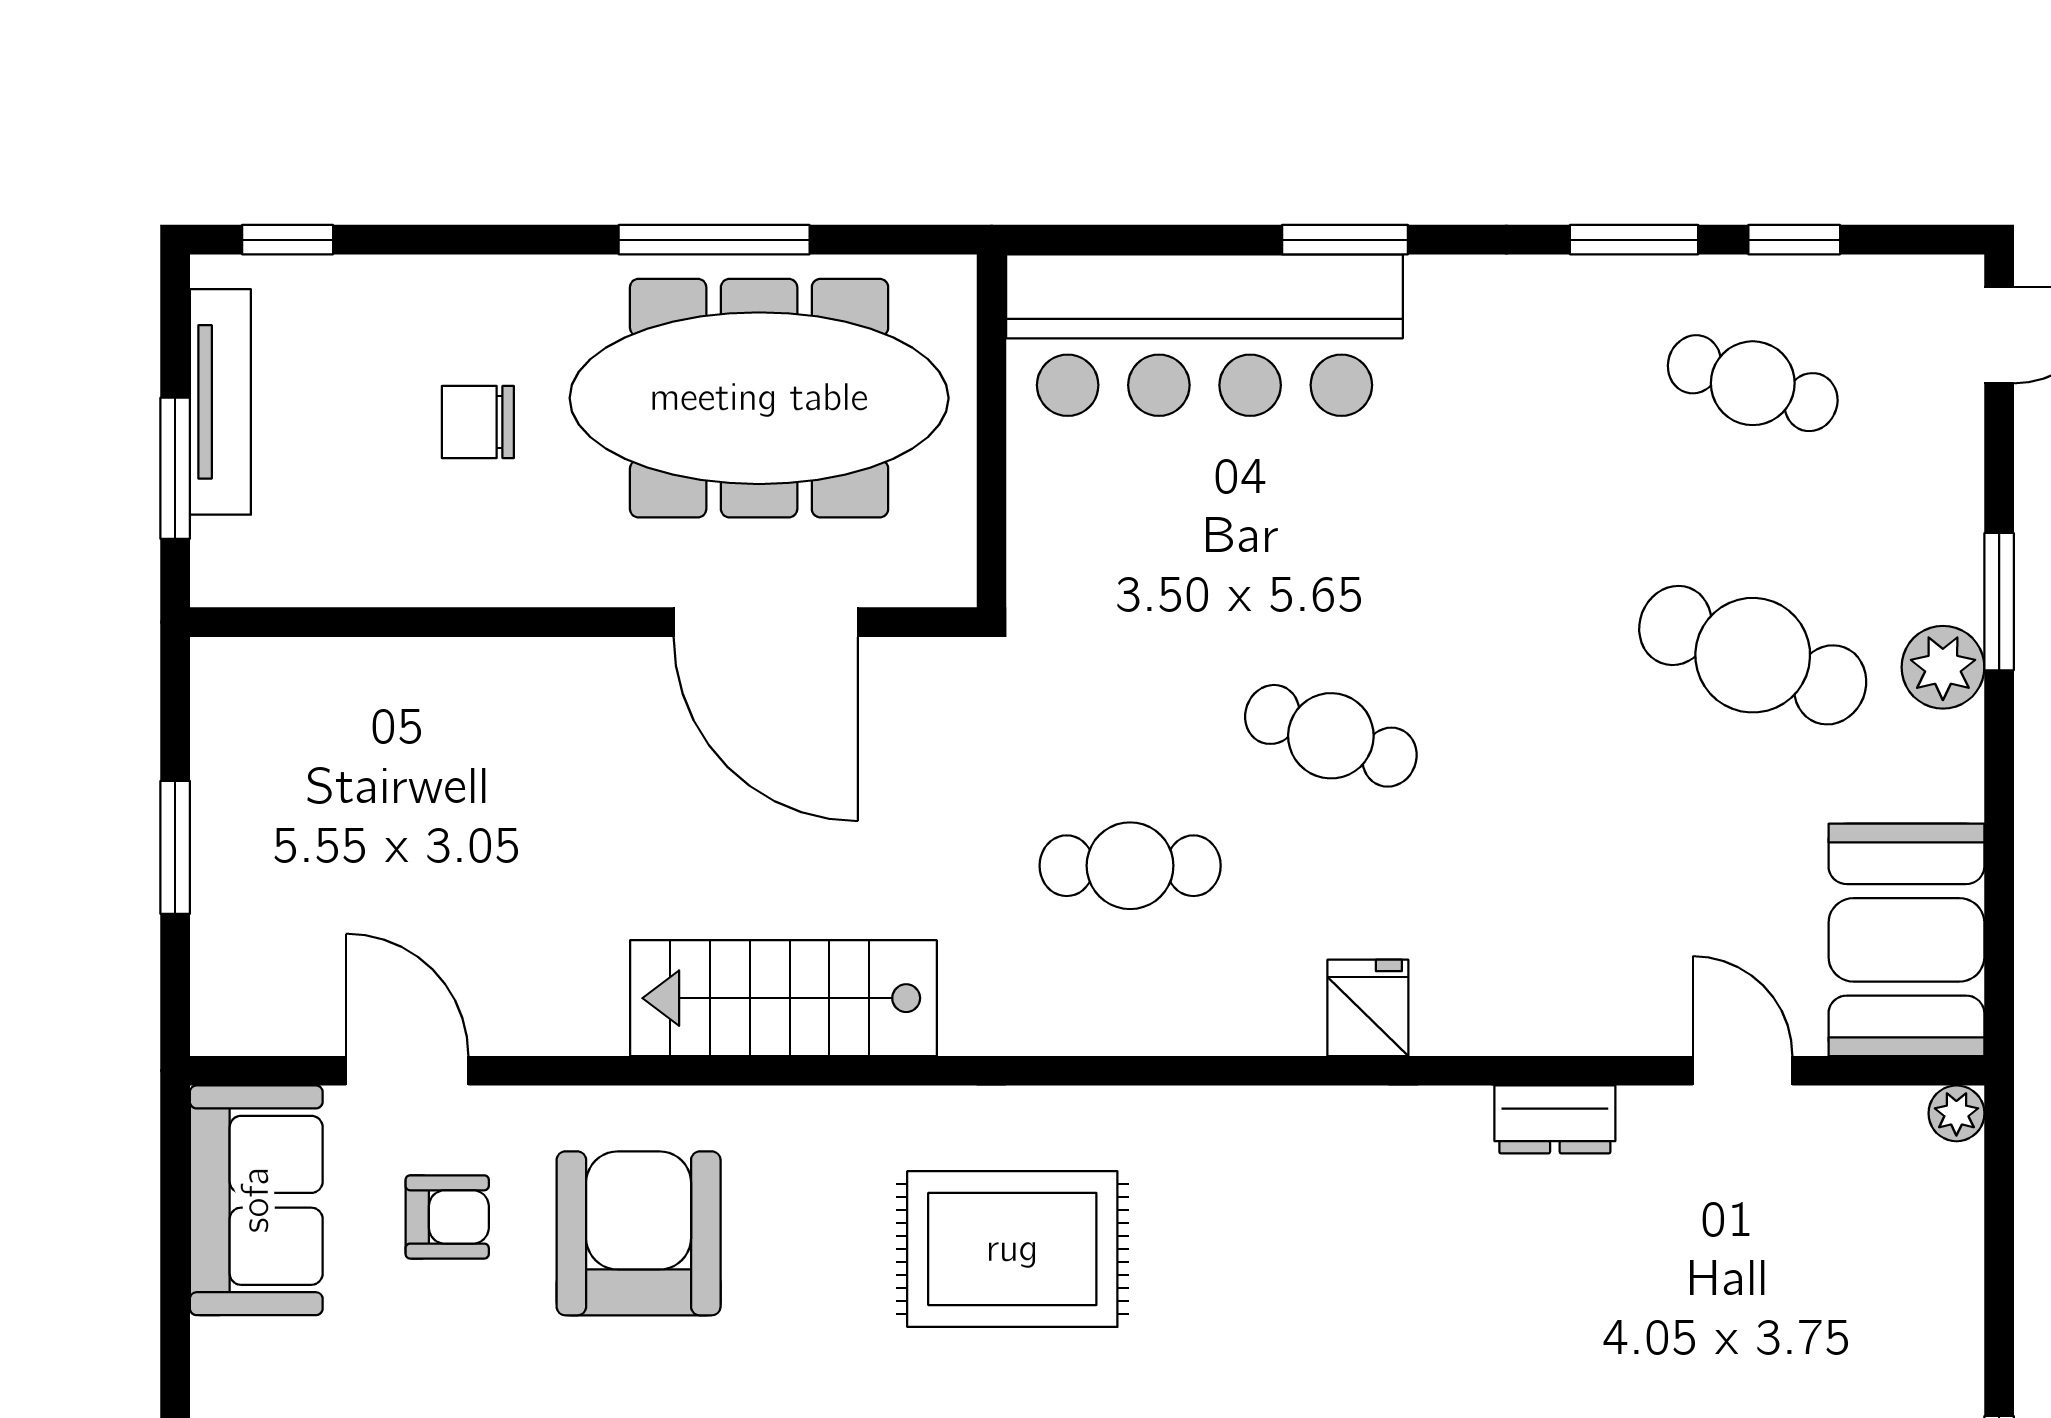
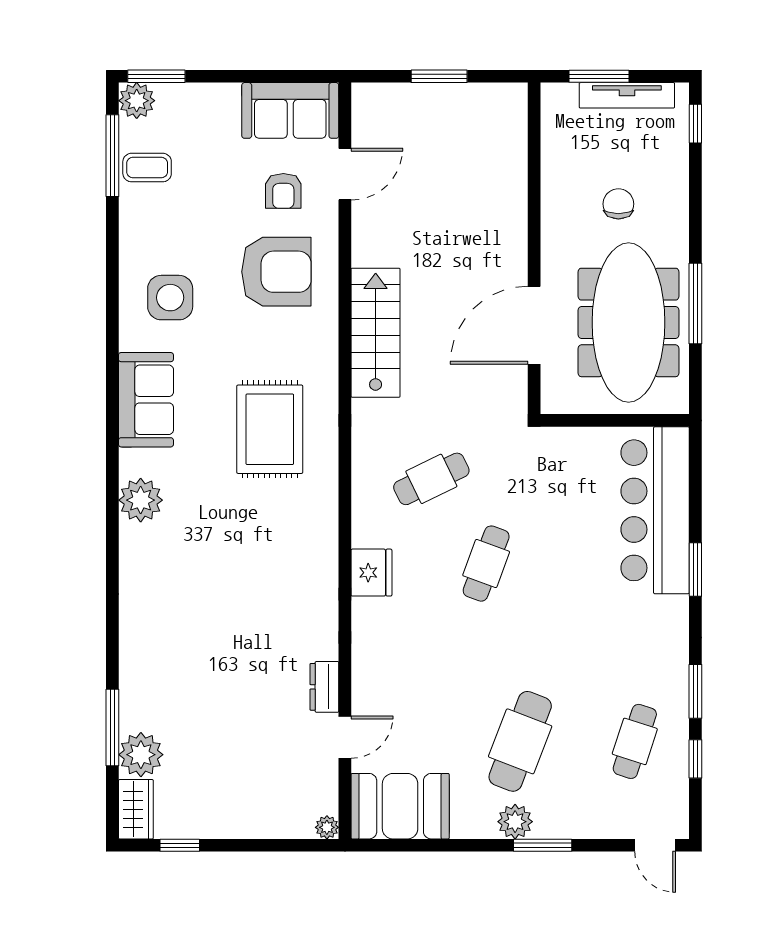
cafe table: (1130, 866) -> (431, 479), turned 64
fridge: (1368, 1008) -> (371, 573), width x1.38
dresser: (1555, 1119) -> (324, 687), moved

